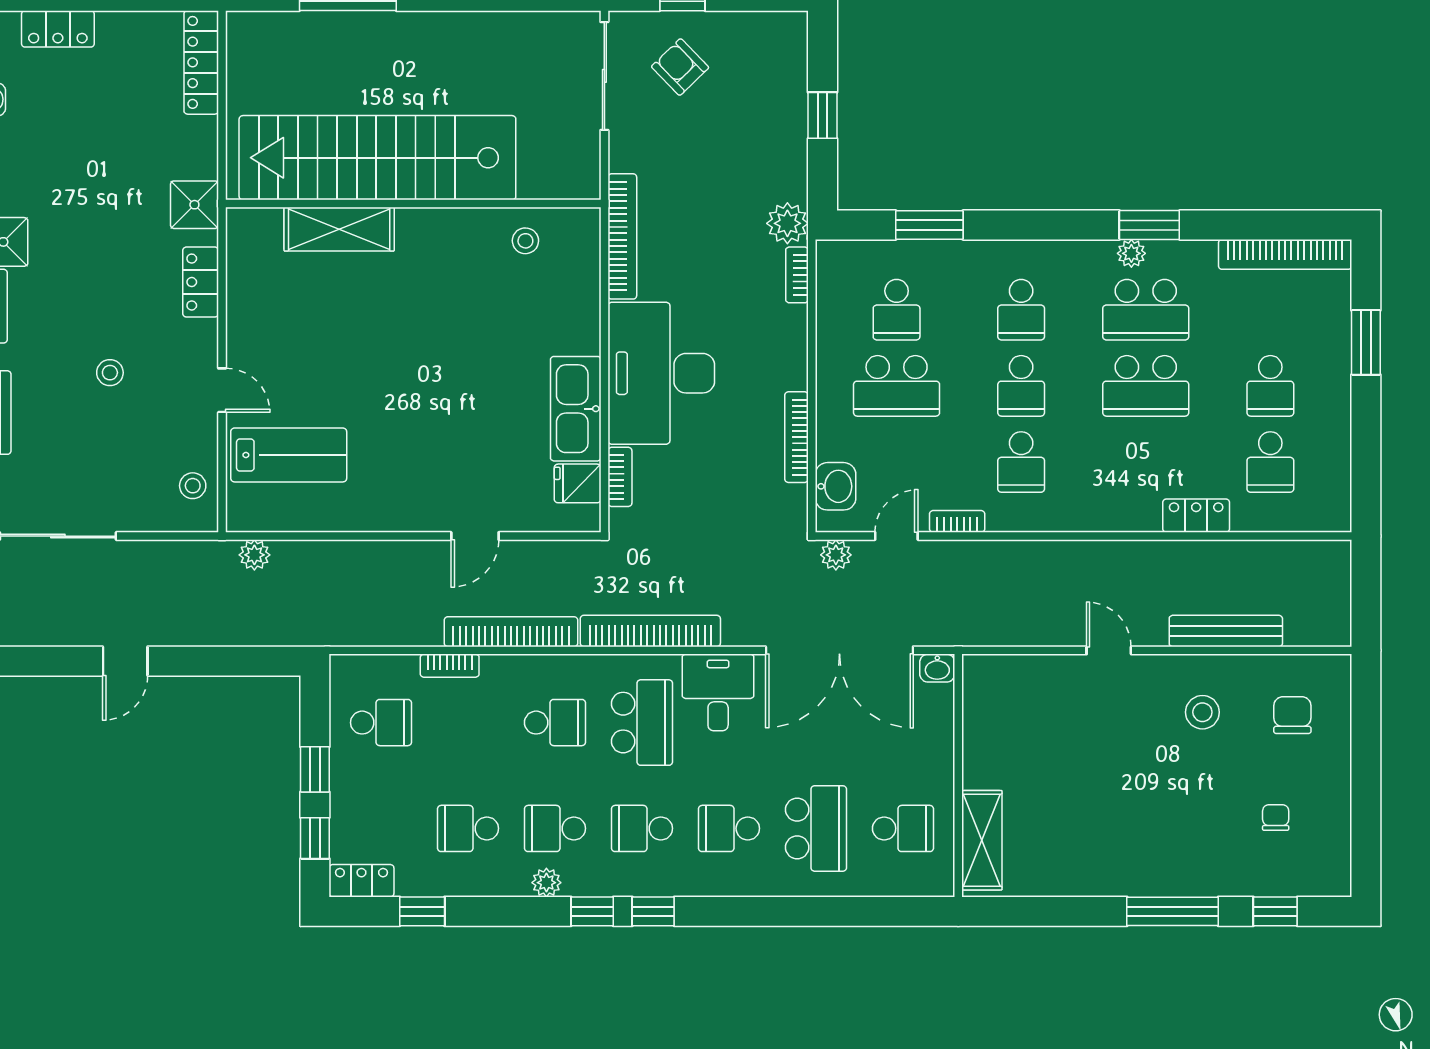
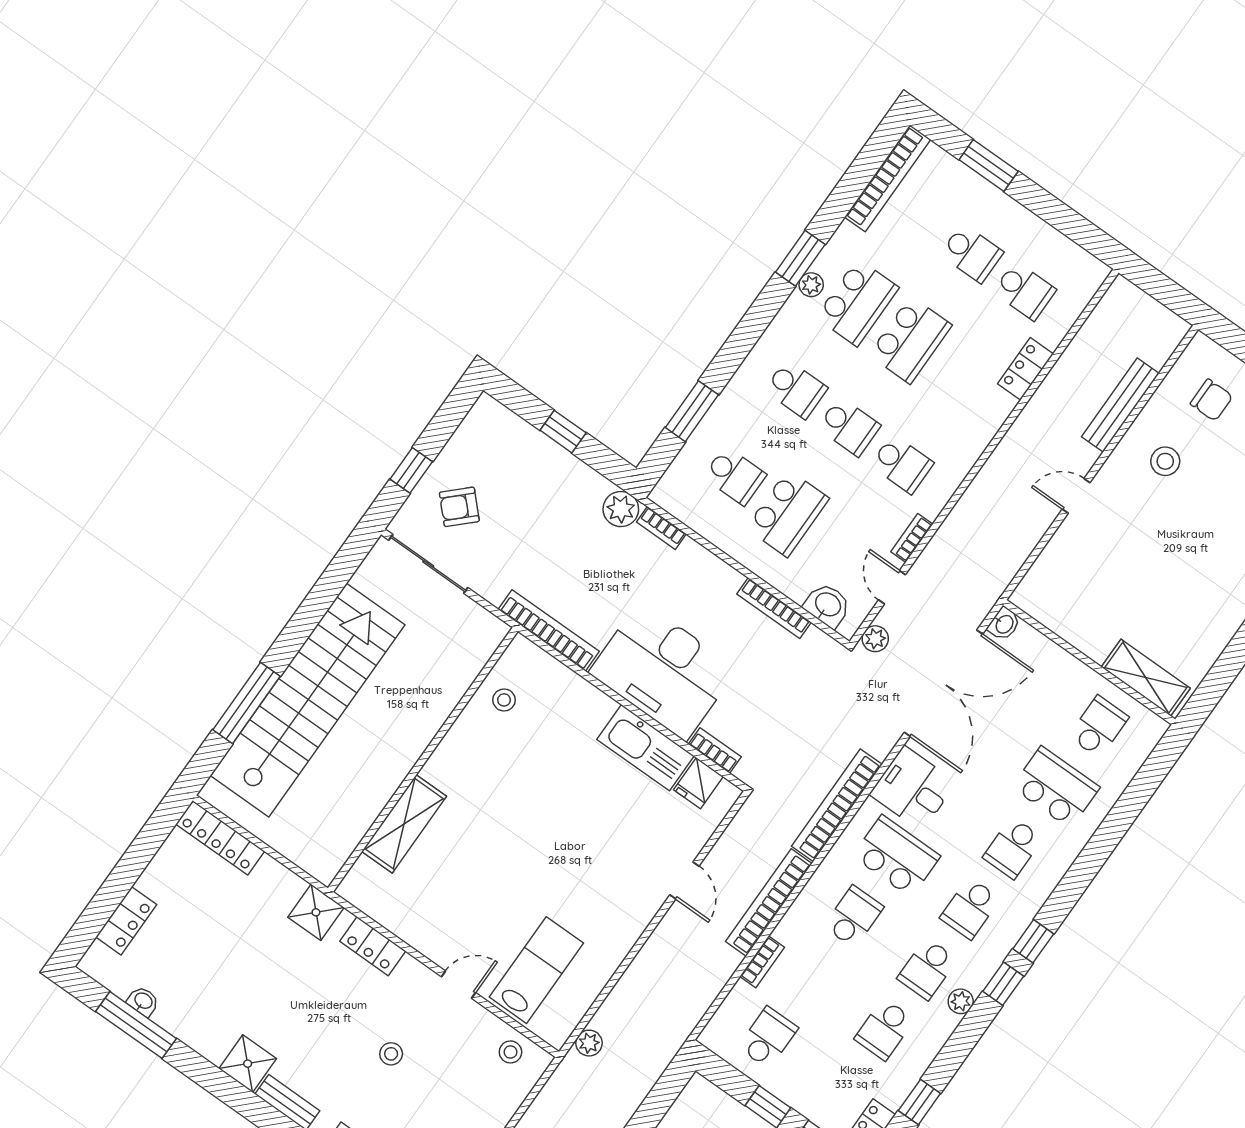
stairs: (377, 158) -> (308, 700), moved, turned 180
chair: (1292, 715) -> (1212, 400), turned 180

